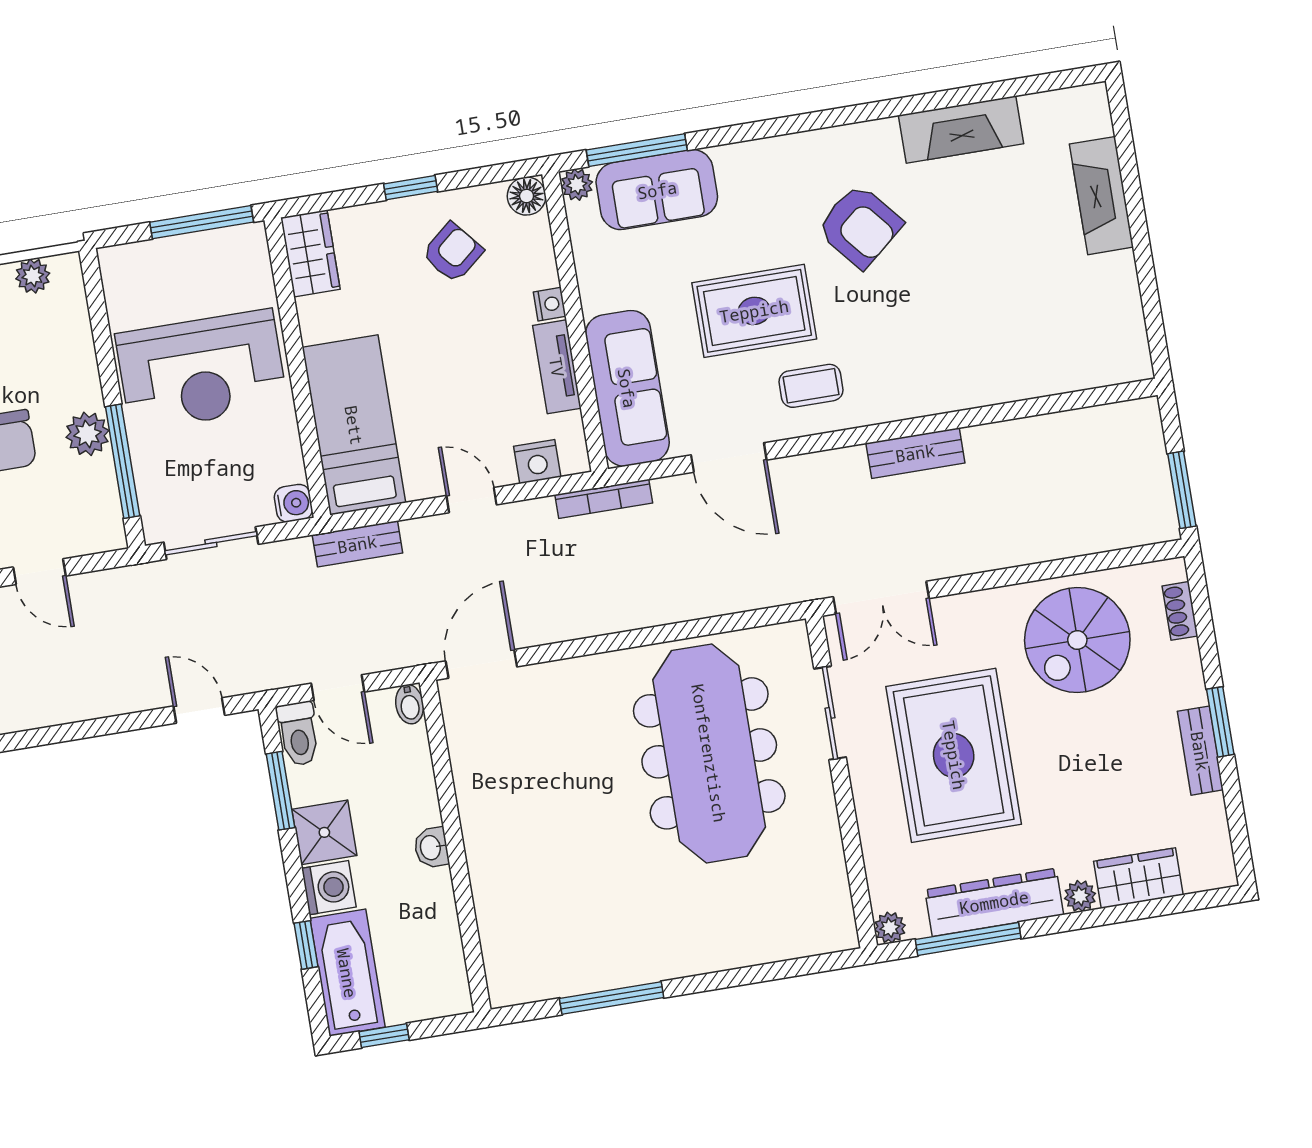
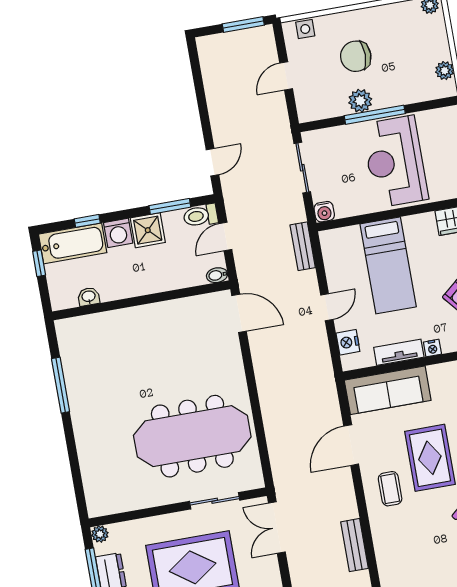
bed: (354, 425) -> (388, 265), moved, turned 90
window: (123, 461) -> (375, 115), moved
bookcase: (604, 499) -> (328, 378), removed
washbasin: (431, 848) -> (89, 297), moved

